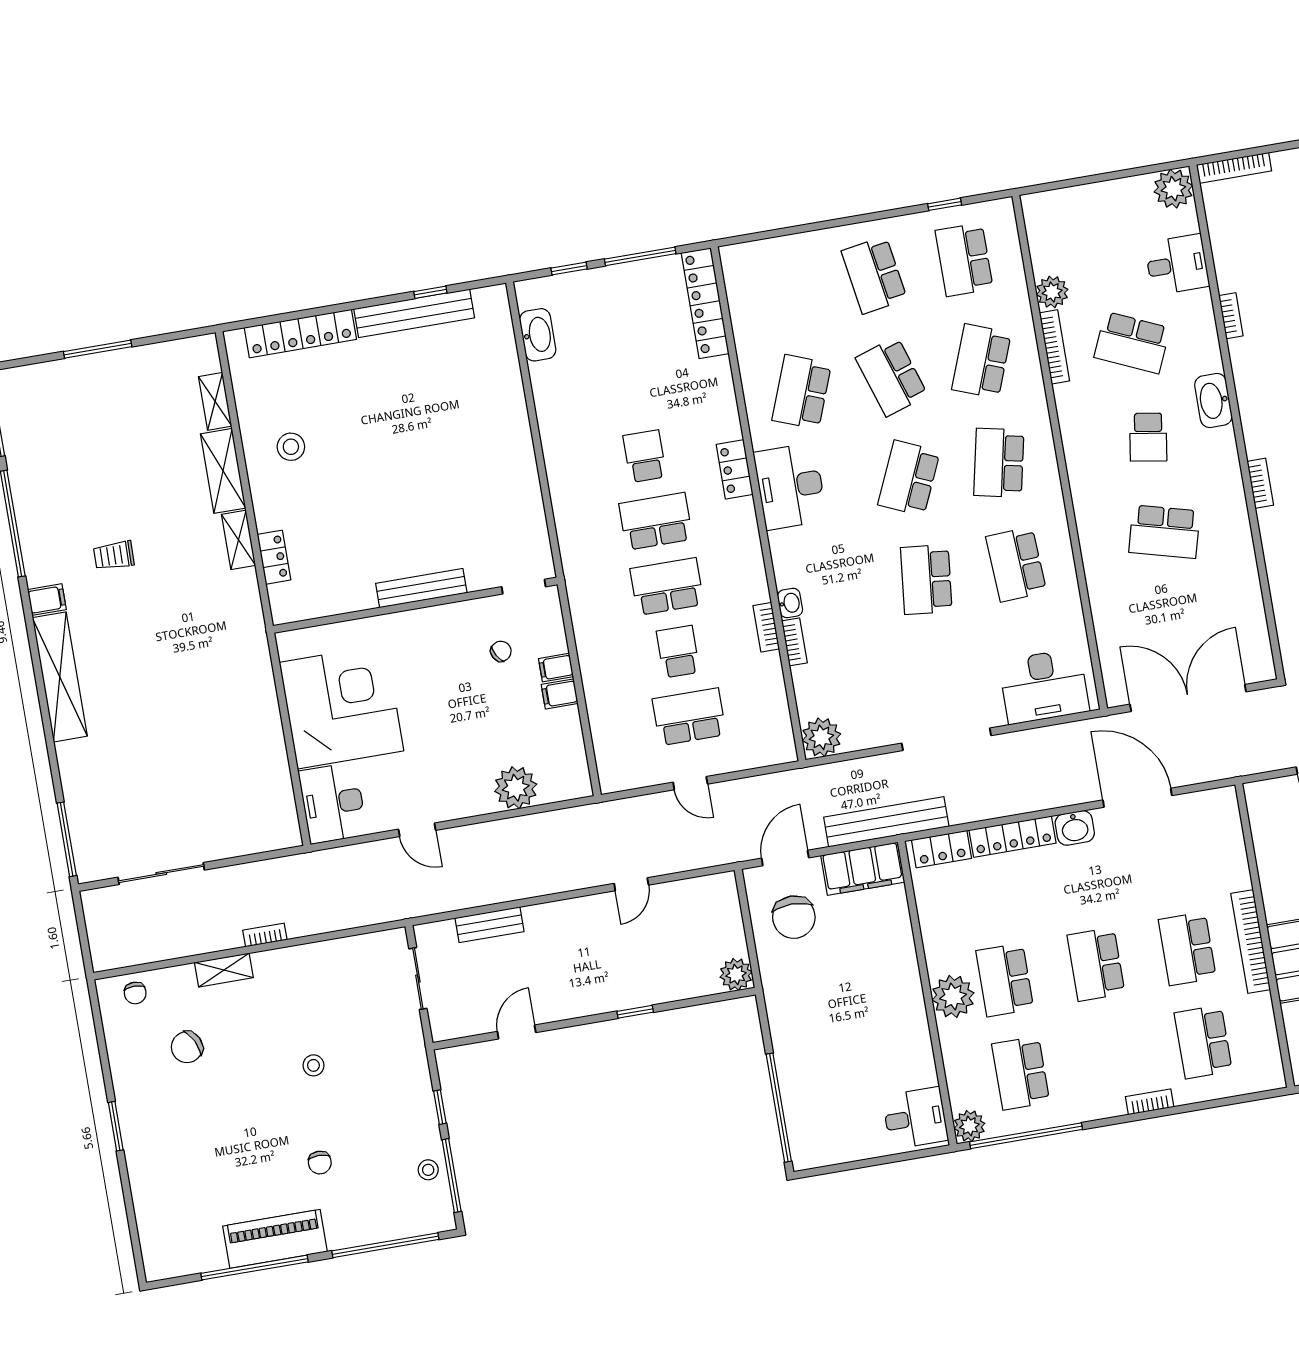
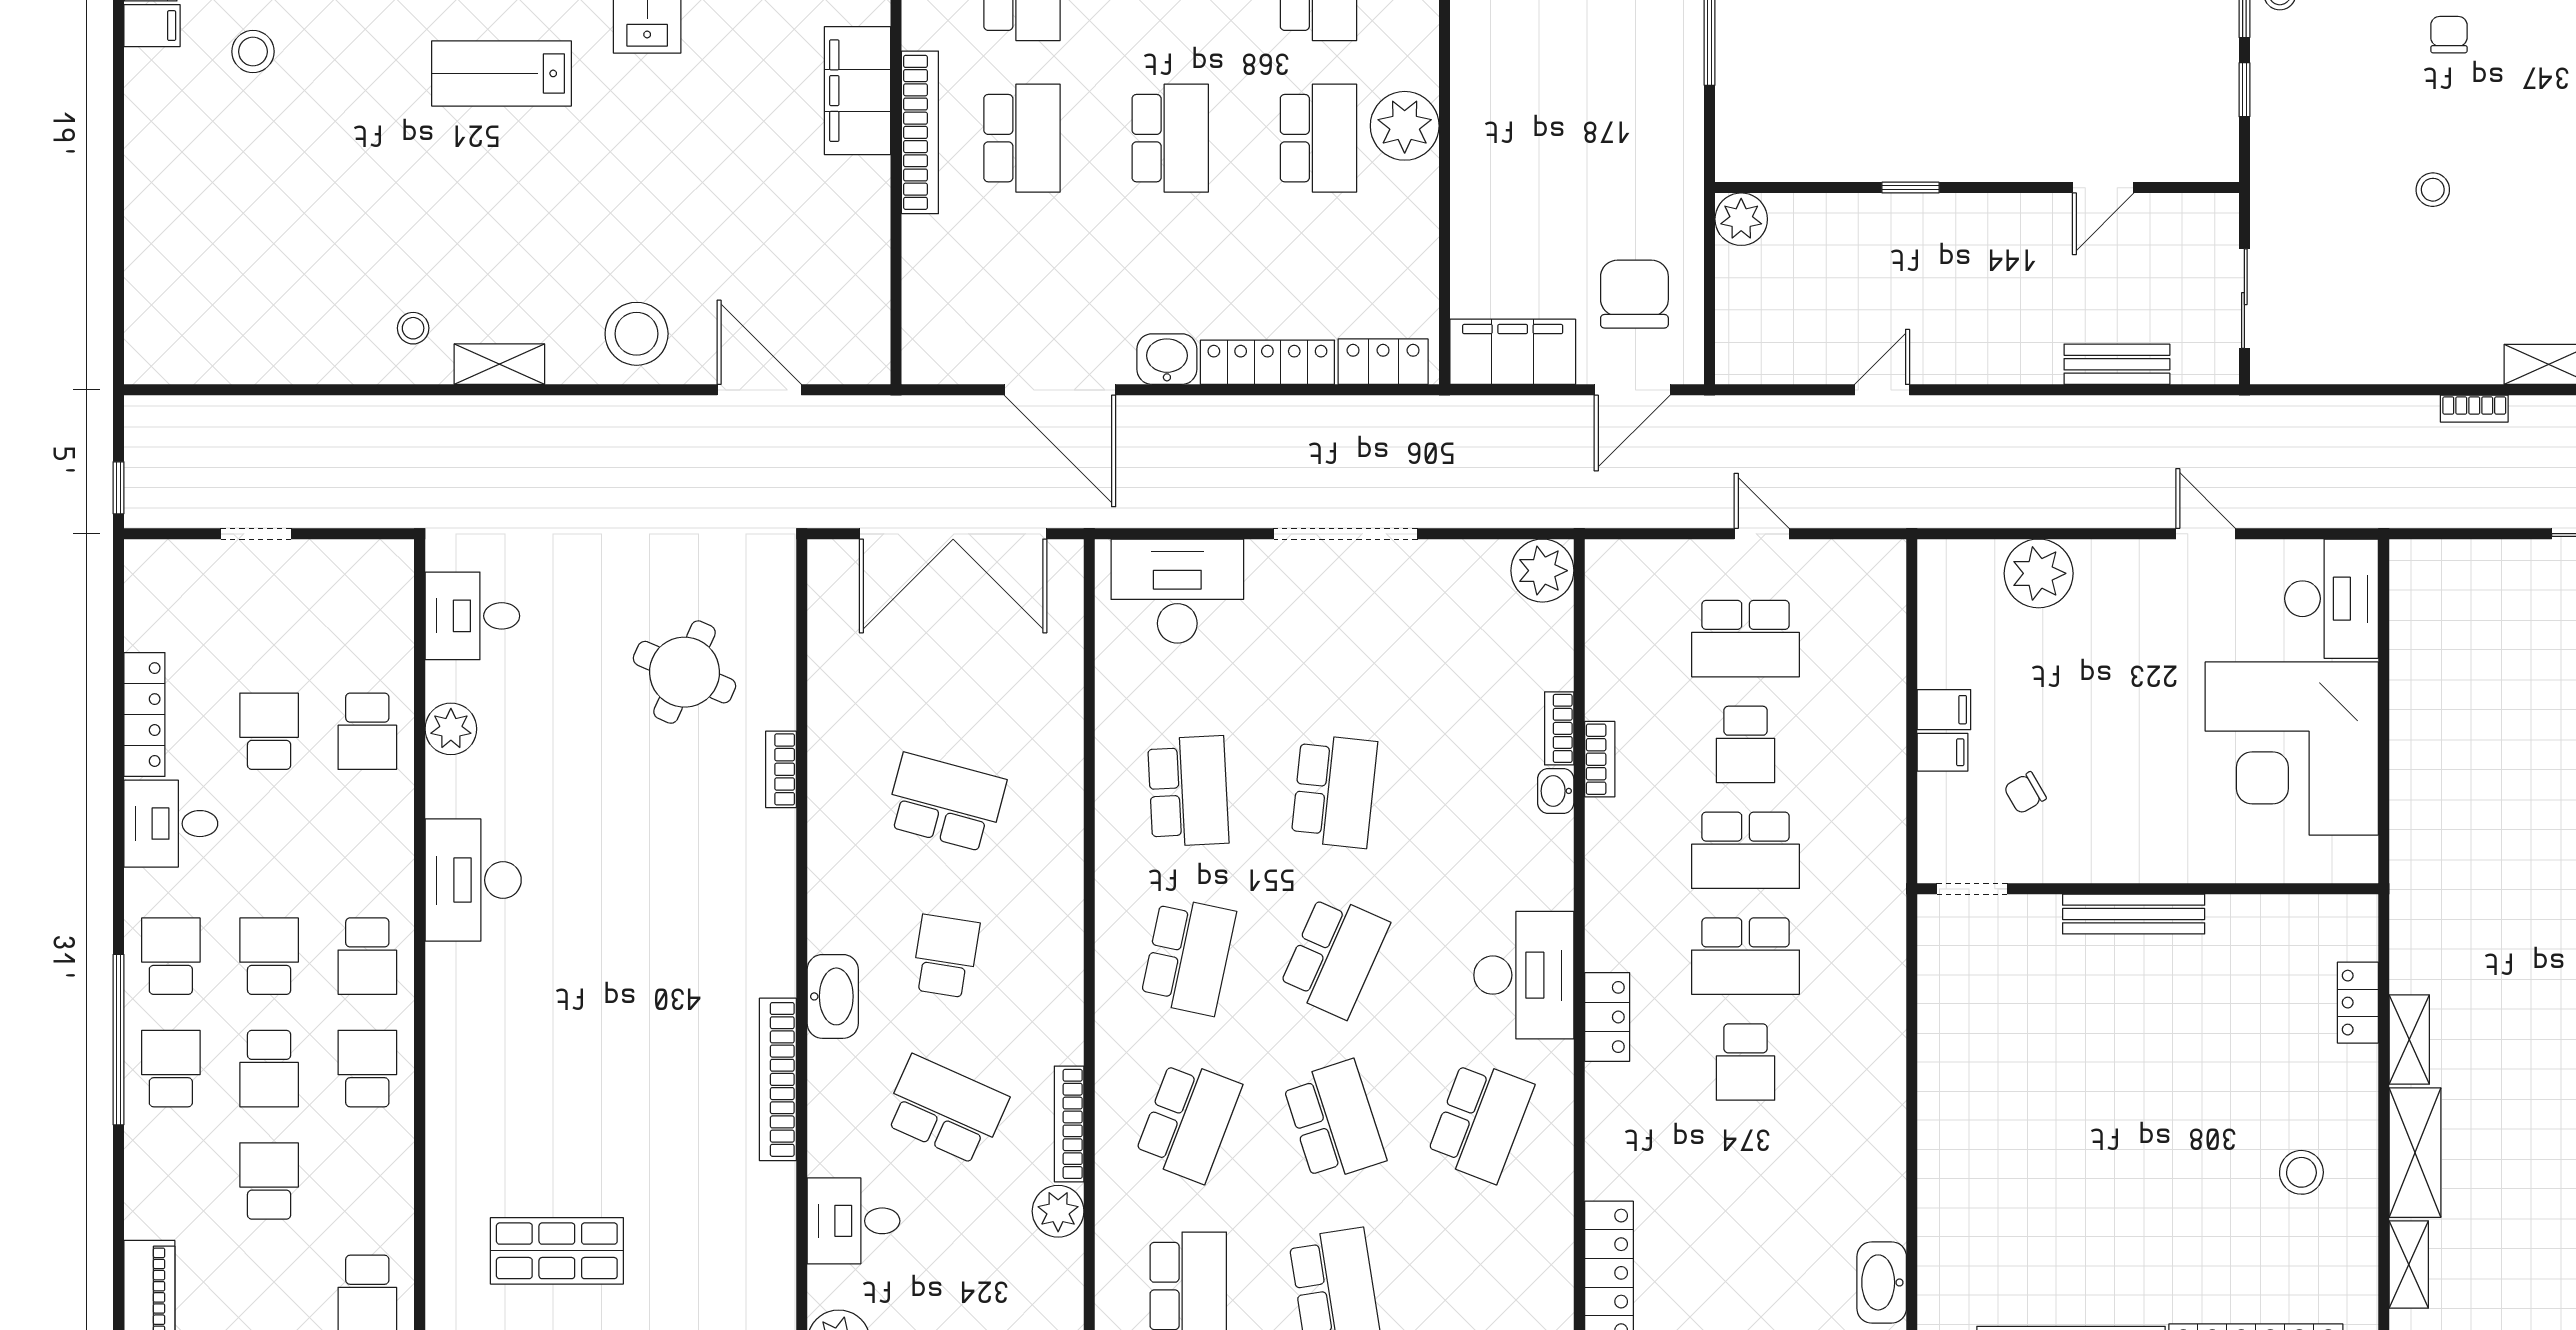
bookcase: (1231, 316) -> (778, 1079), width x2.31, depth x1.31
bookcase: (1260, 483) -> (781, 769), moved
bench: (886, 822) -> (1463, 420), removed

